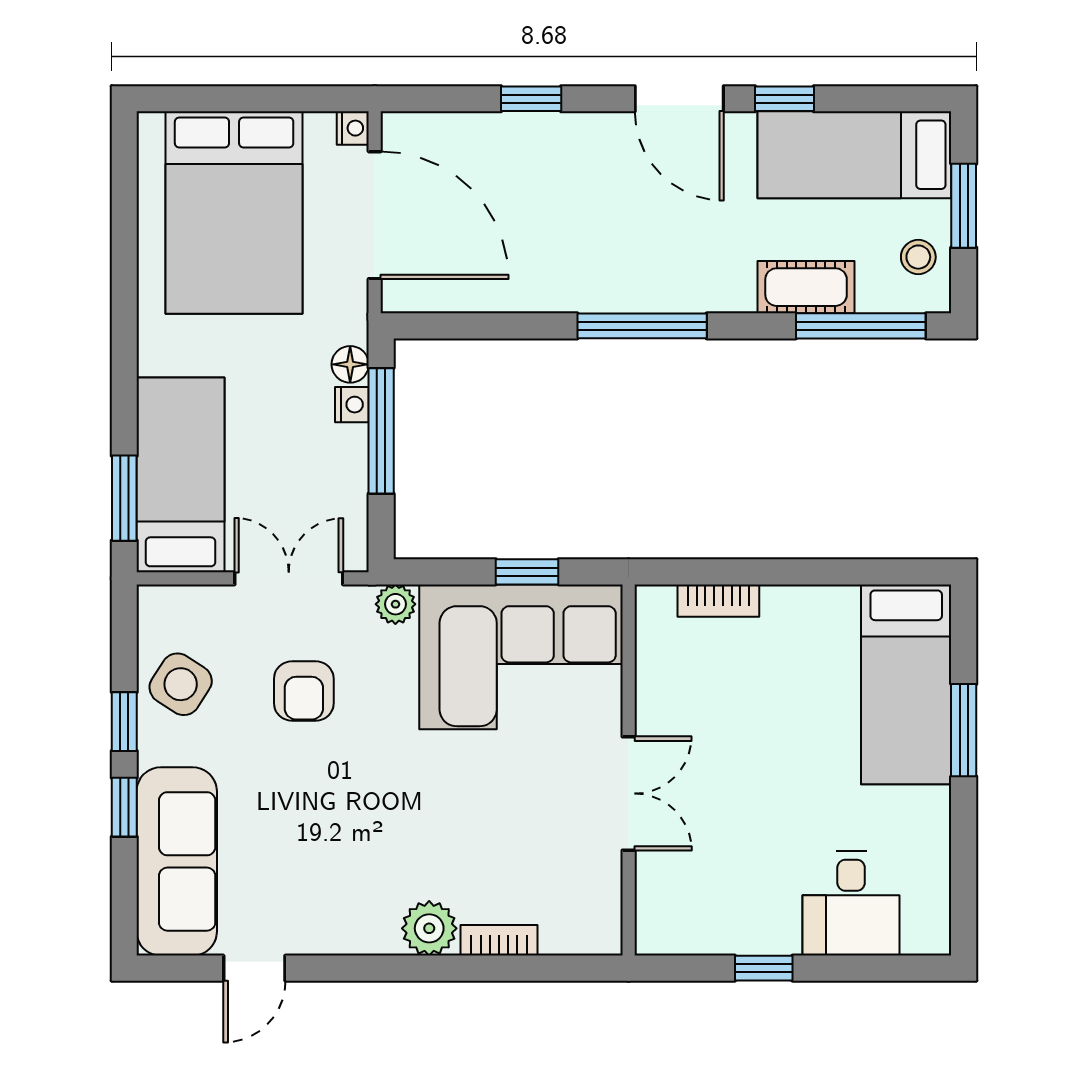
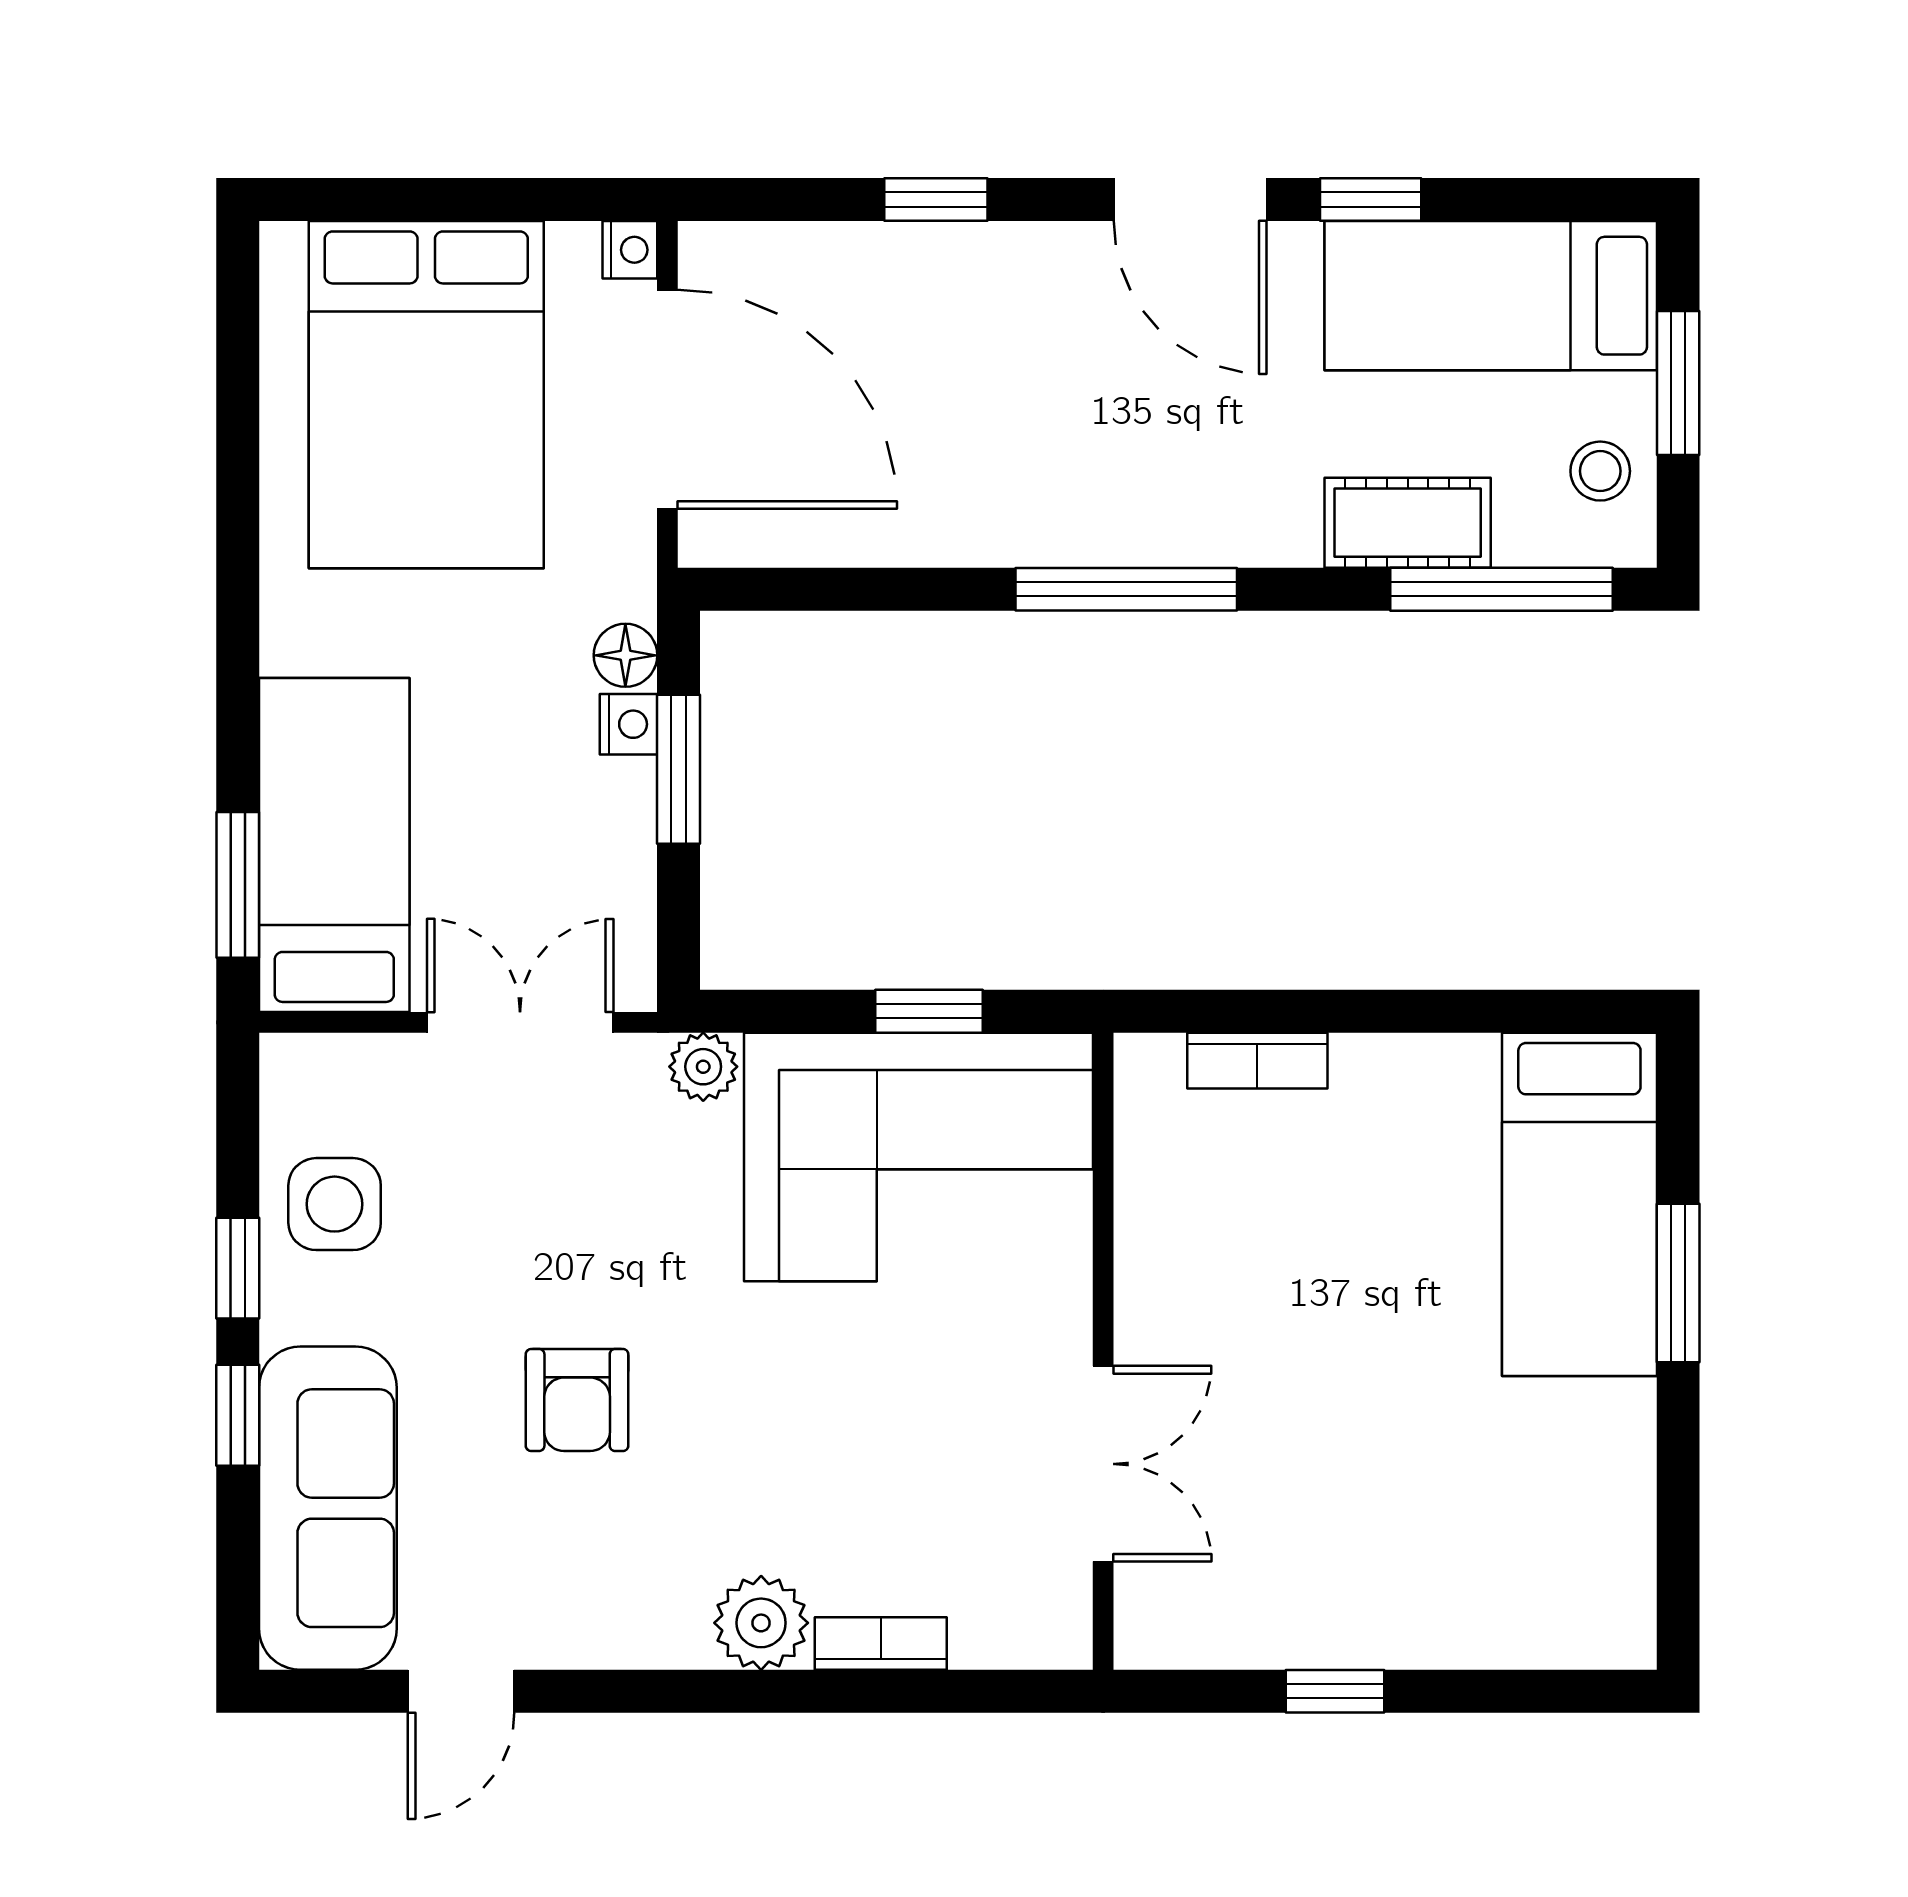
window: (381, 431) -> (679, 769), width x0.69
side table: (181, 684) -> (335, 1204), turned -33
armchair: (304, 691) -> (577, 1400), moved
double door: (629, 793) -> (1103, 1464), moved
desk: (851, 903) -> (1485, 1580), removed

